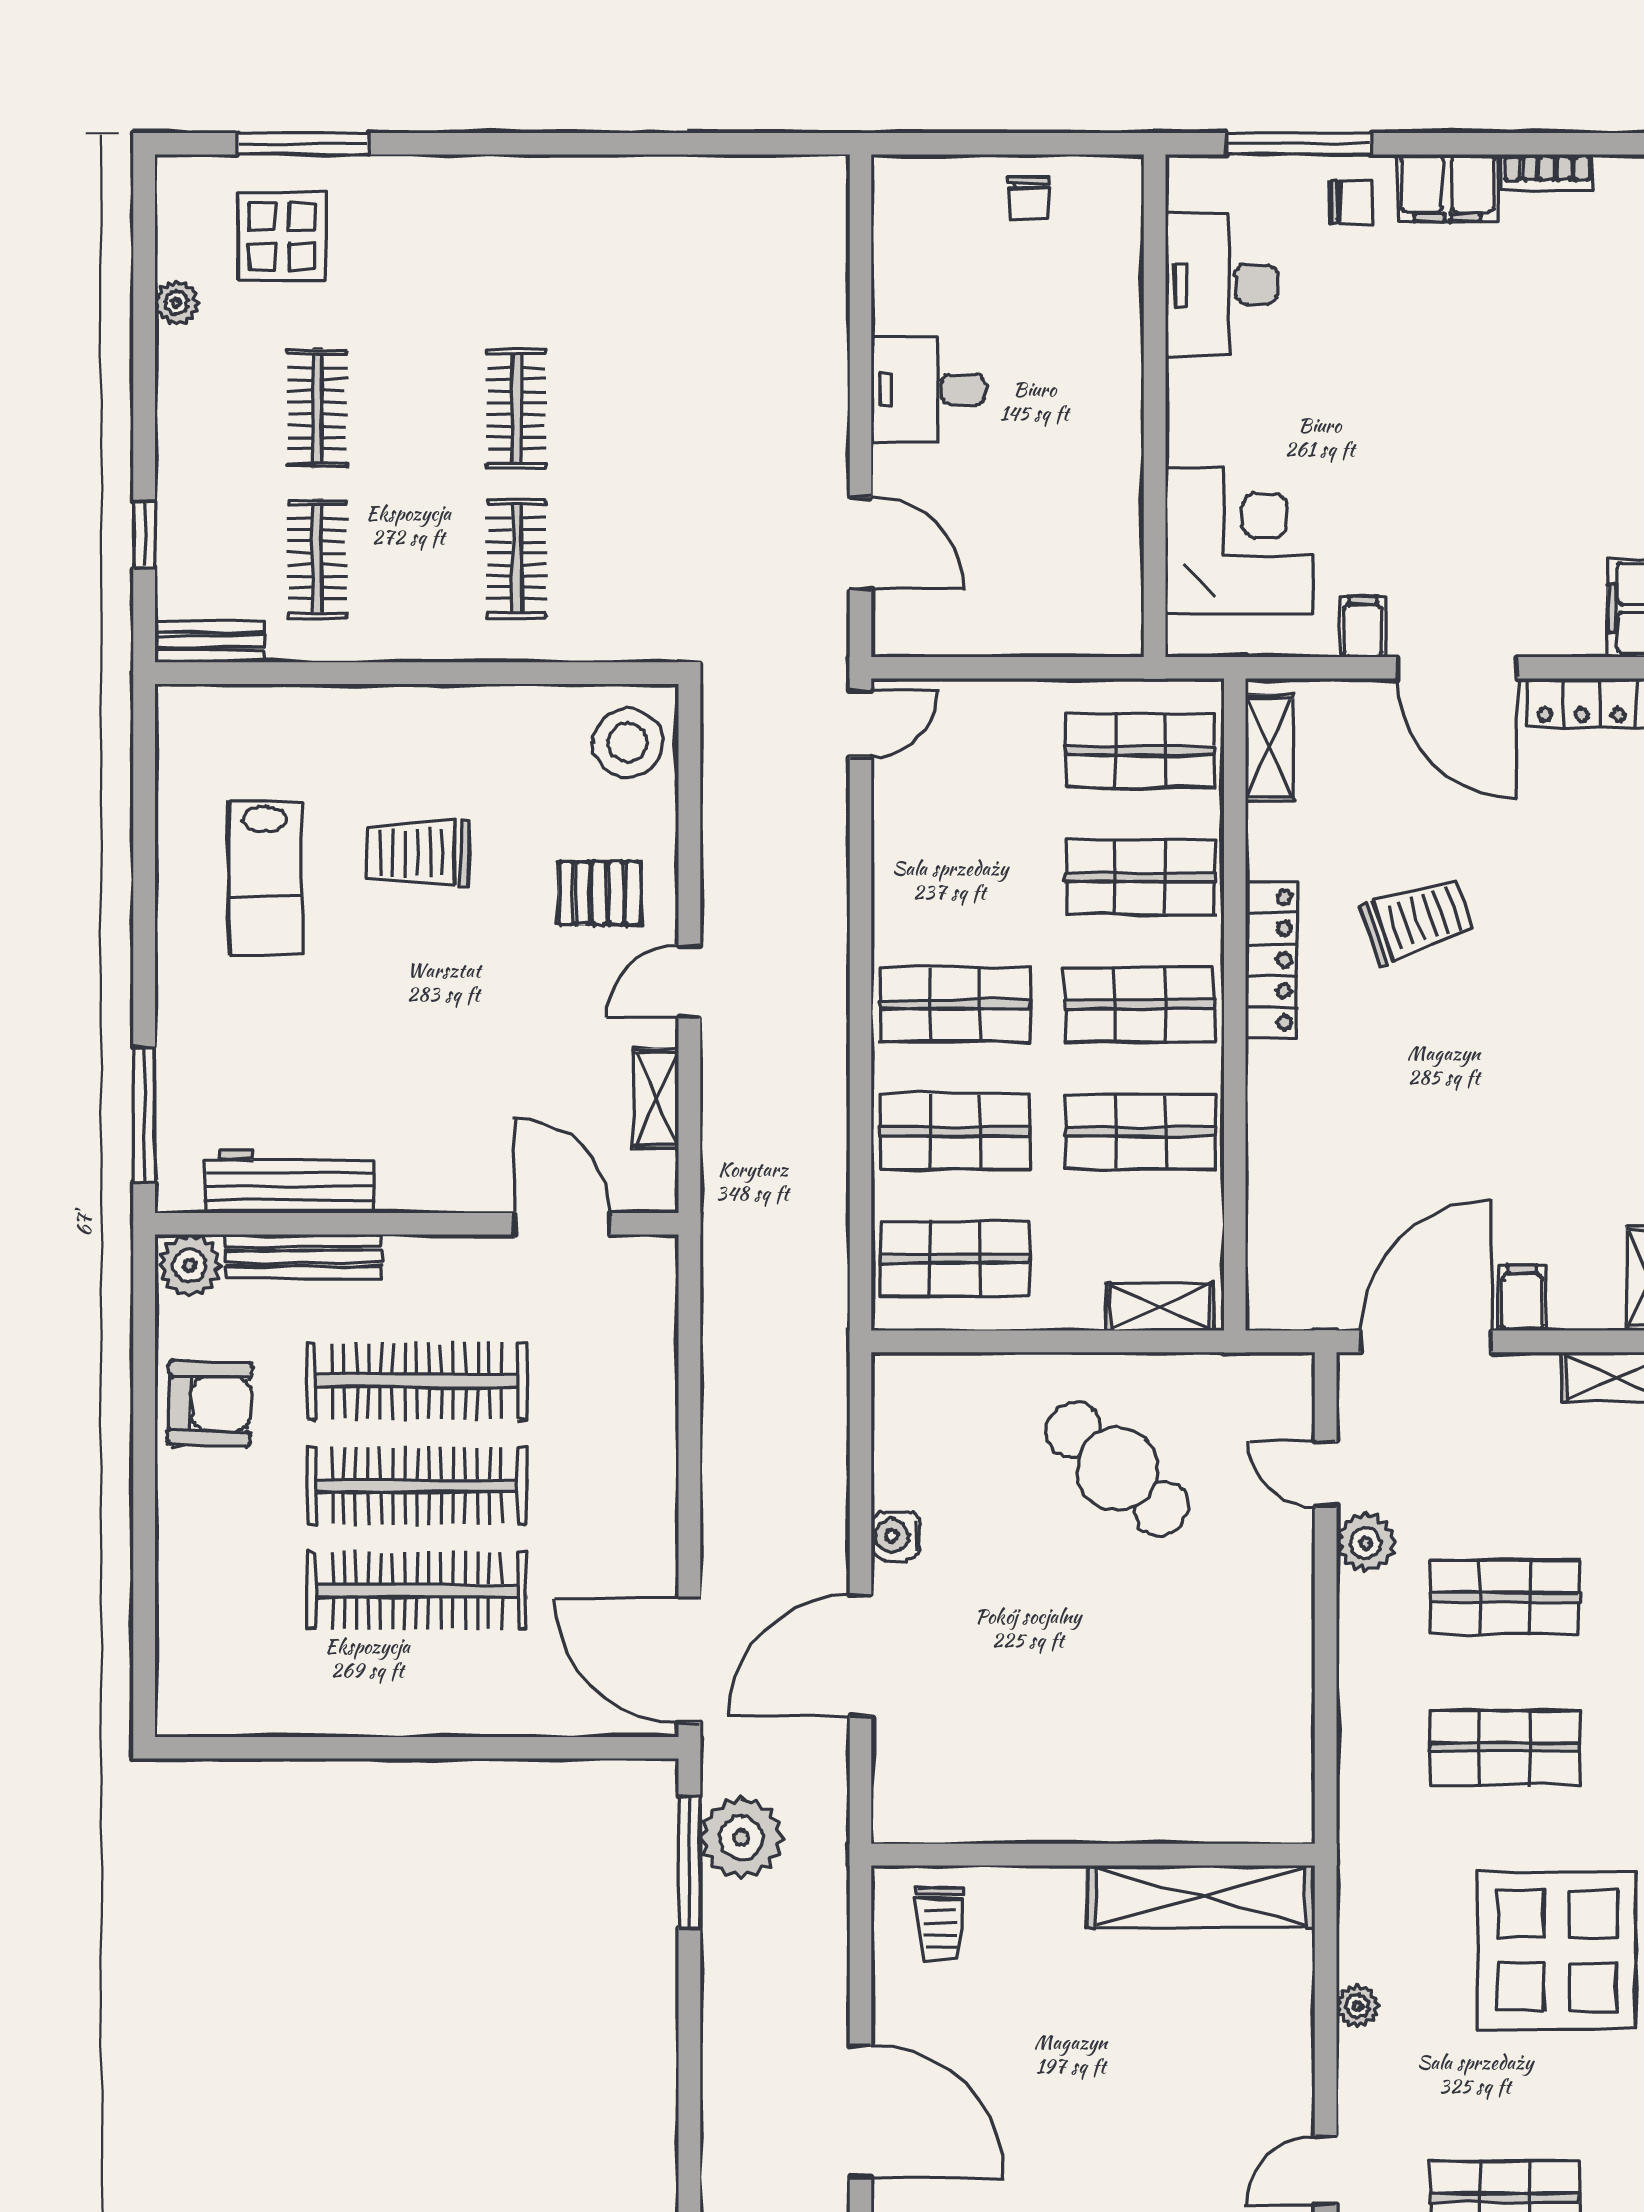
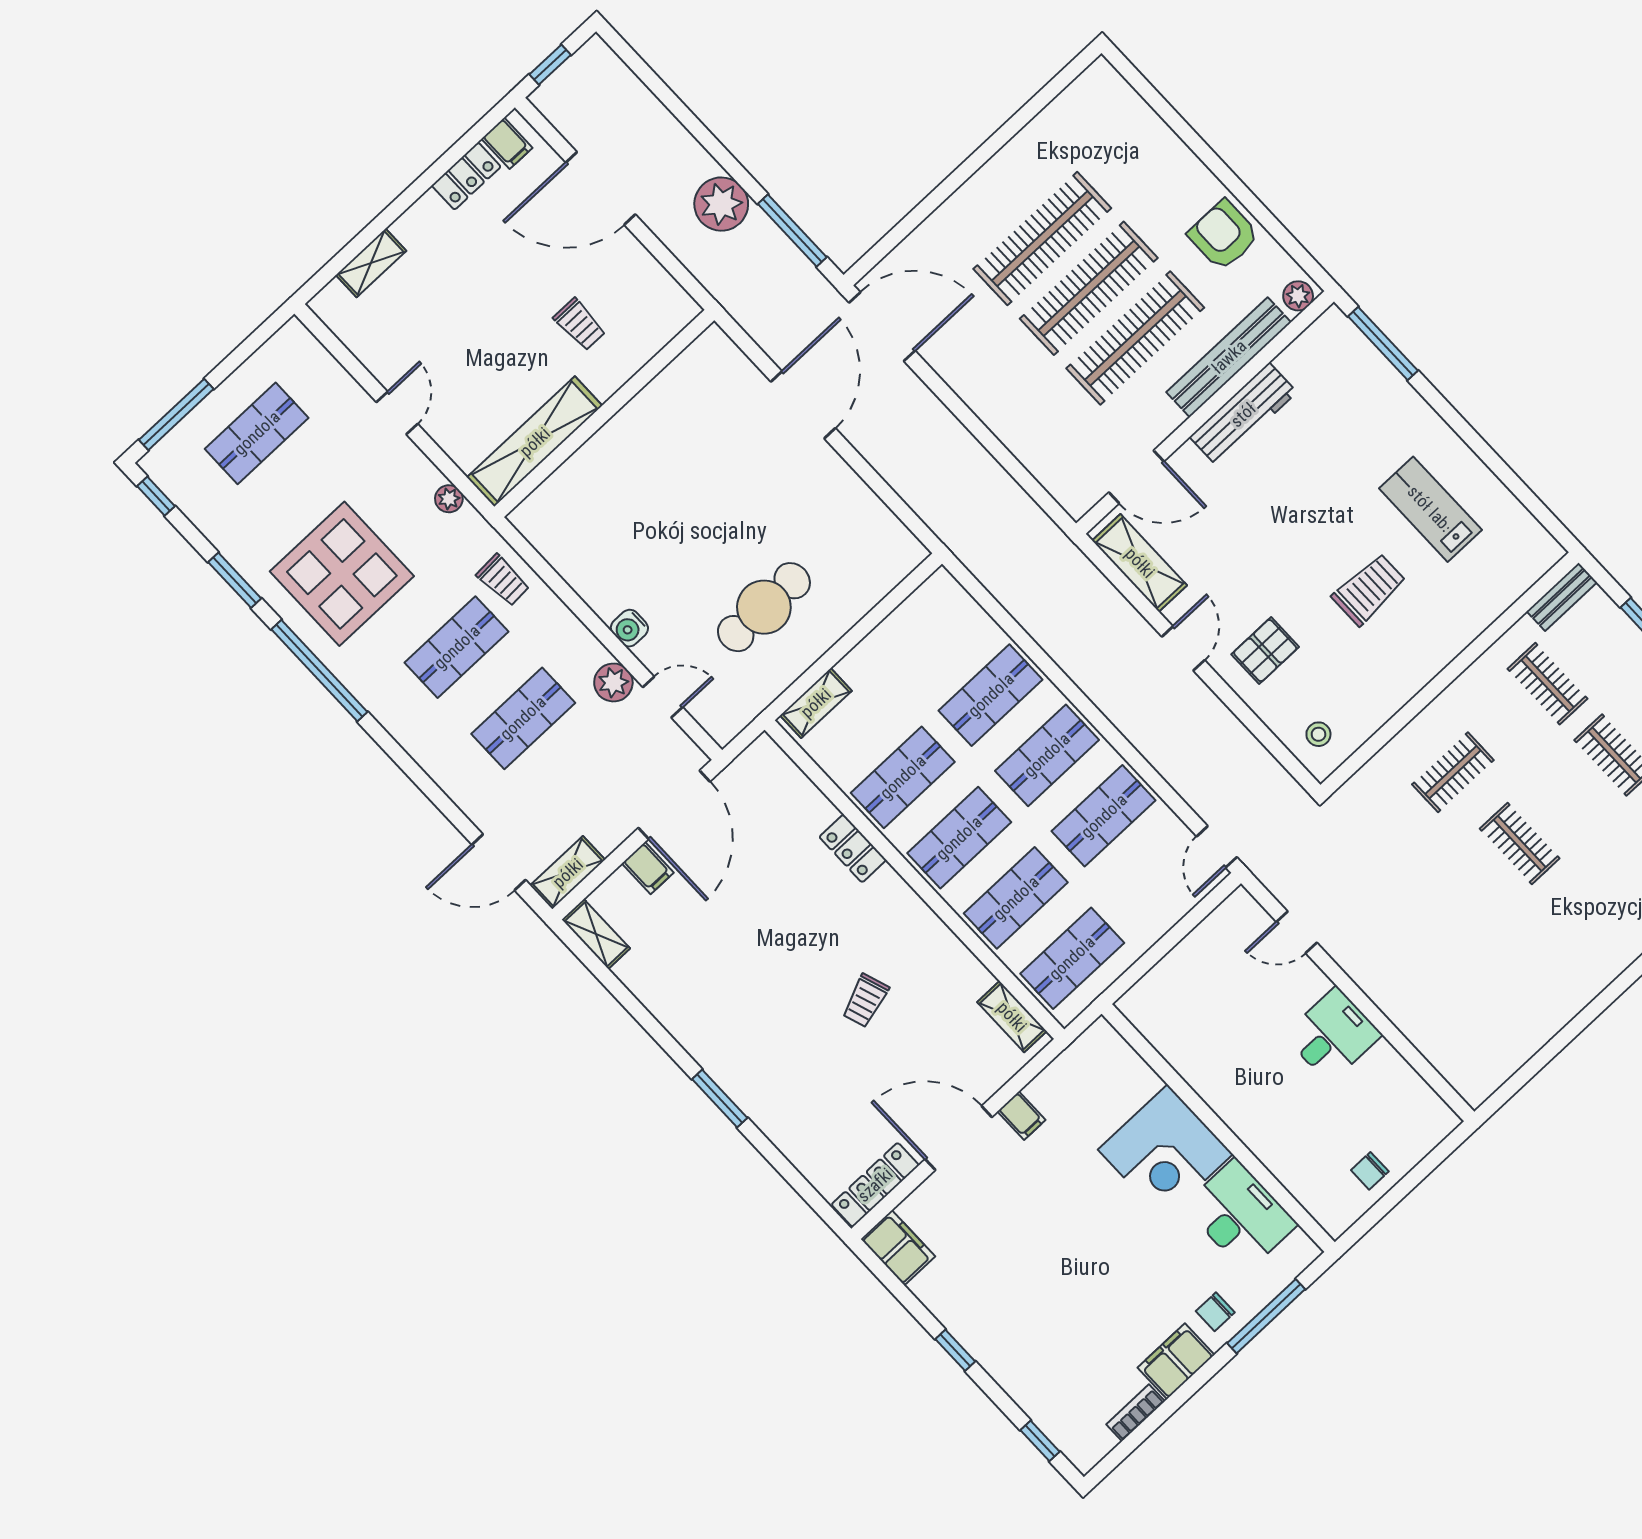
chair: (1029, 198) -> (1370, 1171), turned -90
corner desk: (1239, 541) -> (1165, 1152), moved
door: (861, 543) -> (1297, 932), width x0.73
clothes rail: (516, 559) -> (1453, 772), turned 90
stool: (628, 743) -> (1318, 734), width x0.53, depth x0.53
trolley: (1417, 920) -> (865, 1001), width x0.73, depth x0.72
locker: (1271, 960) -> (853, 848), moved, width x0.66
shelving: (656, 1099) -> (1140, 563), width x1.50, depth x1.33
workbench: (289, 1181) -> (1243, 415), moved
bench: (303, 1256) -> (1229, 357), width x1.37, depth x1.21
shop shelf: (955, 1259) -> (1104, 816), moved
plant: (190, 1266) -> (1298, 296), width x0.73, depth x0.73
armchair: (210, 1404) -> (1223, 235), turned 88
cafe table: (1117, 1469) -> (764, 607), turned -42
water cooler: (896, 1536) -> (629, 628), moved, turned 180
trolley: (1382, 1774) -> (503, 580), added
plant: (741, 1838) -> (721, 204), moved
trolley: (940, 1924) -> (580, 324), moved, turned 180
plant: (1357, 2006) -> (449, 499), moved
door: (1326, 2170) -> (397, 413), moved

